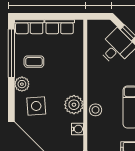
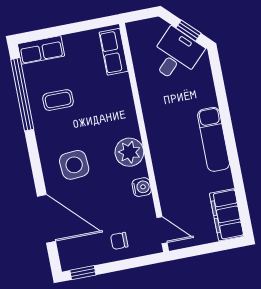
row of seats: (60, 27) -> (114, 52), moved, turned 90
plant: (22, 84) -> (47, 137), removed
stool: (96, 110) -> (163, 154), removed

